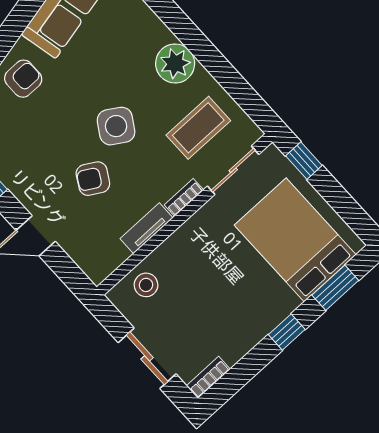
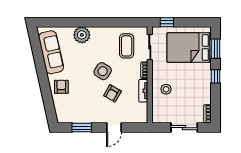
plant: (175, 63) -> (82, 35), moved
stool: (146, 285) -> (166, 89), moved

